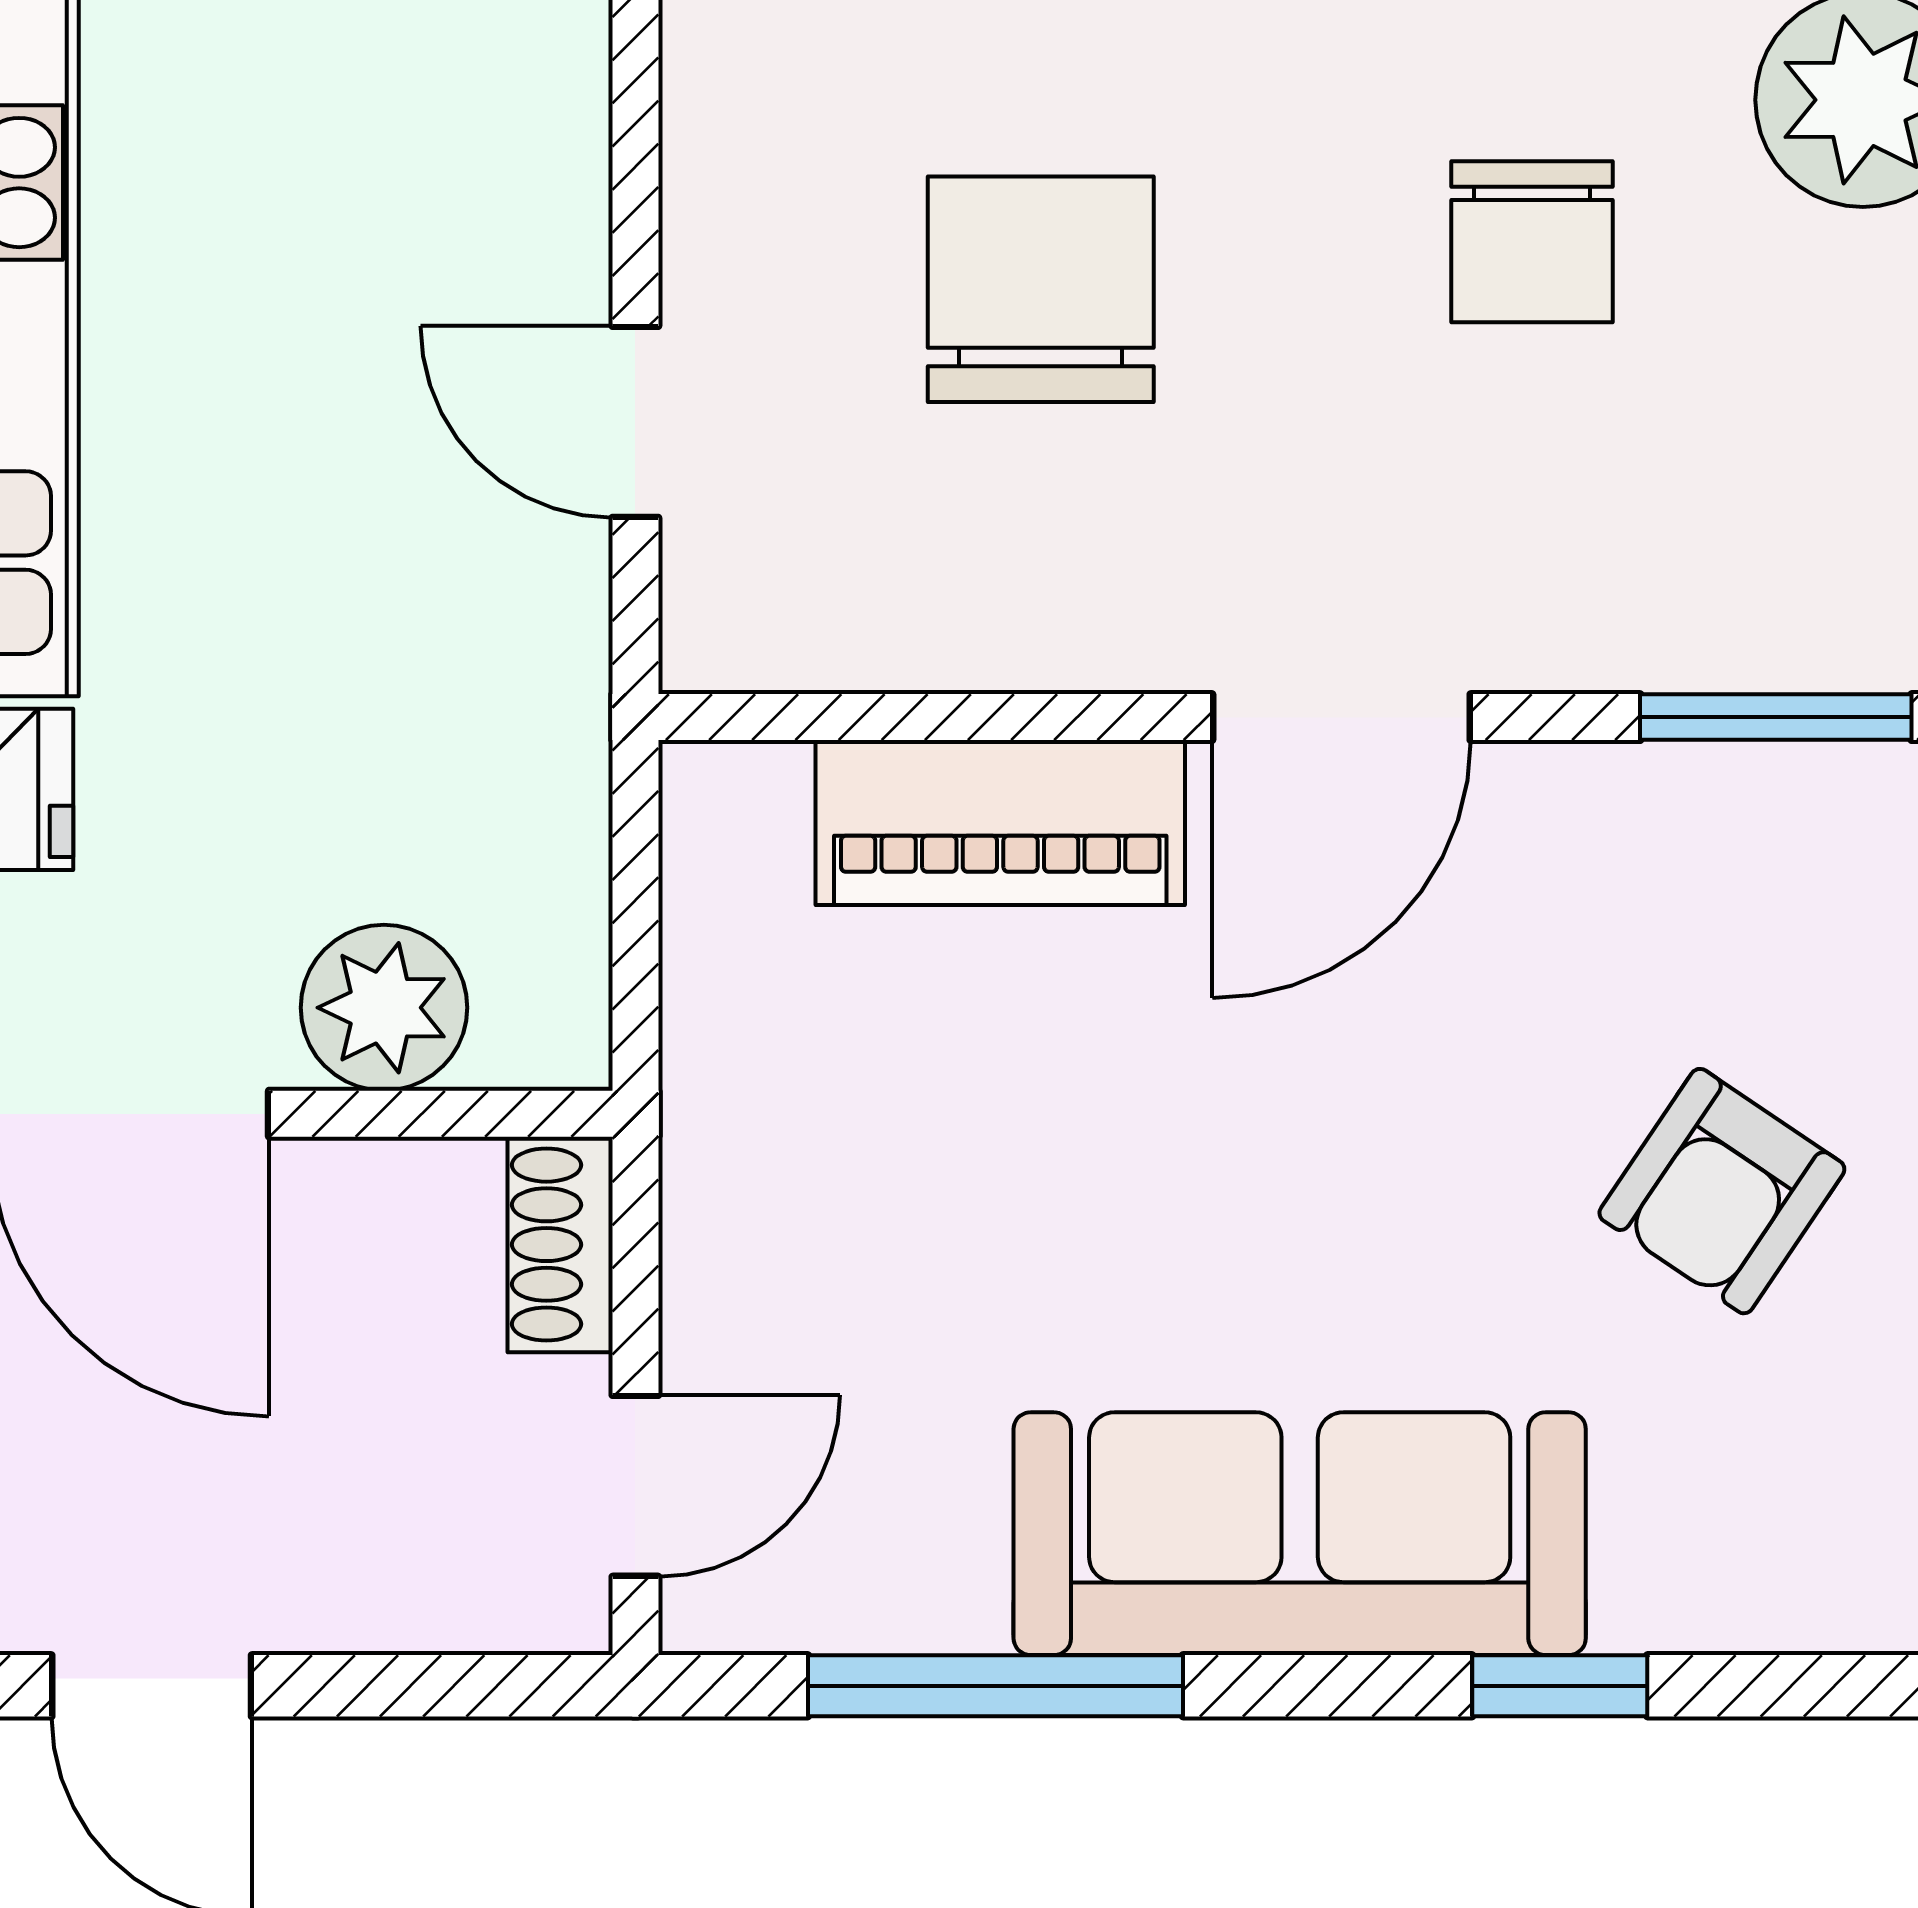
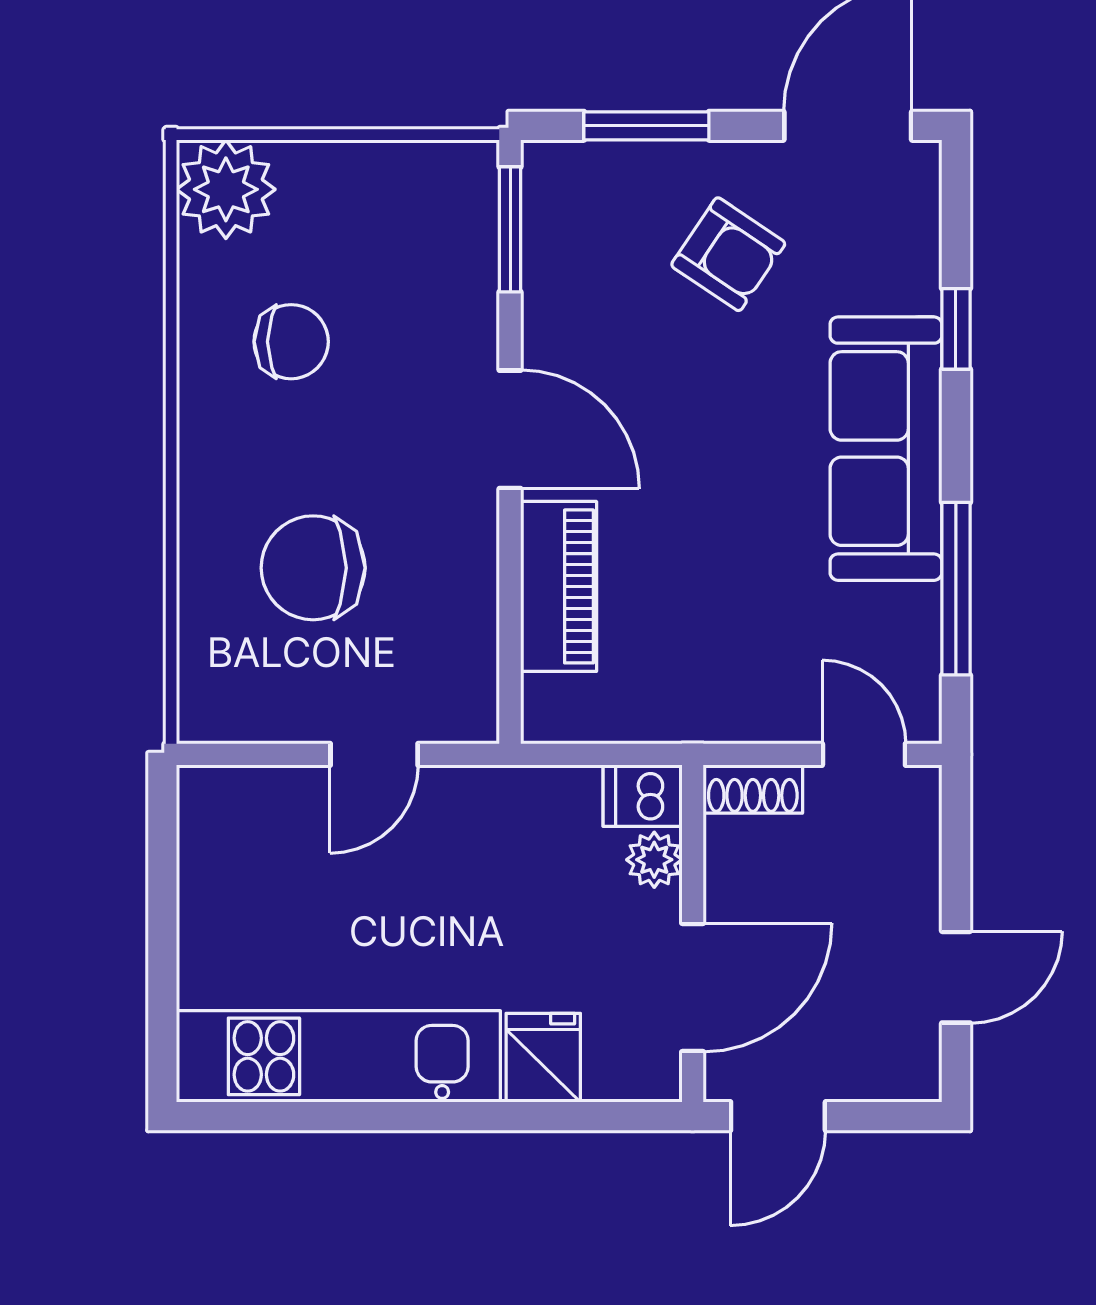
dishwasher: (546, 1005) -> (643, 796), added
plant: (384, 1008) -> (654, 860), width x0.73, depth x0.73

